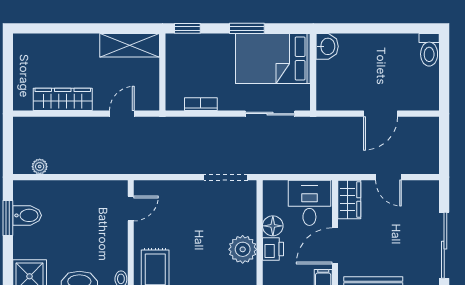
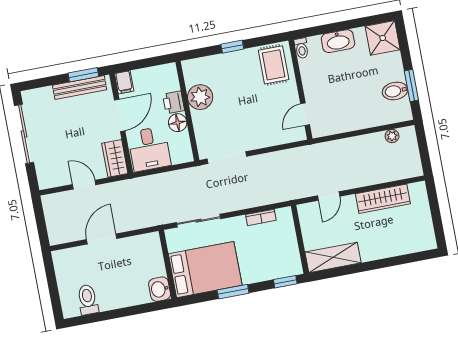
toilet: (429, 50) -> (88, 300), moved

